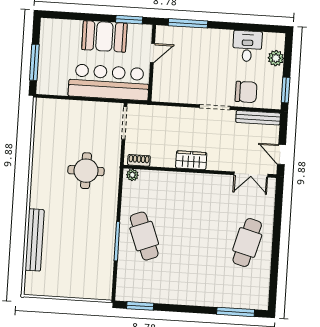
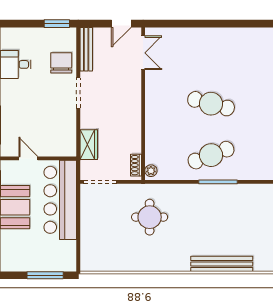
plant: (276, 58) -> (26, 35), removed
wardrobe: (191, 160) -> (89, 145), moved, turned 180
cafe table: (247, 243) -> (211, 104), moved

